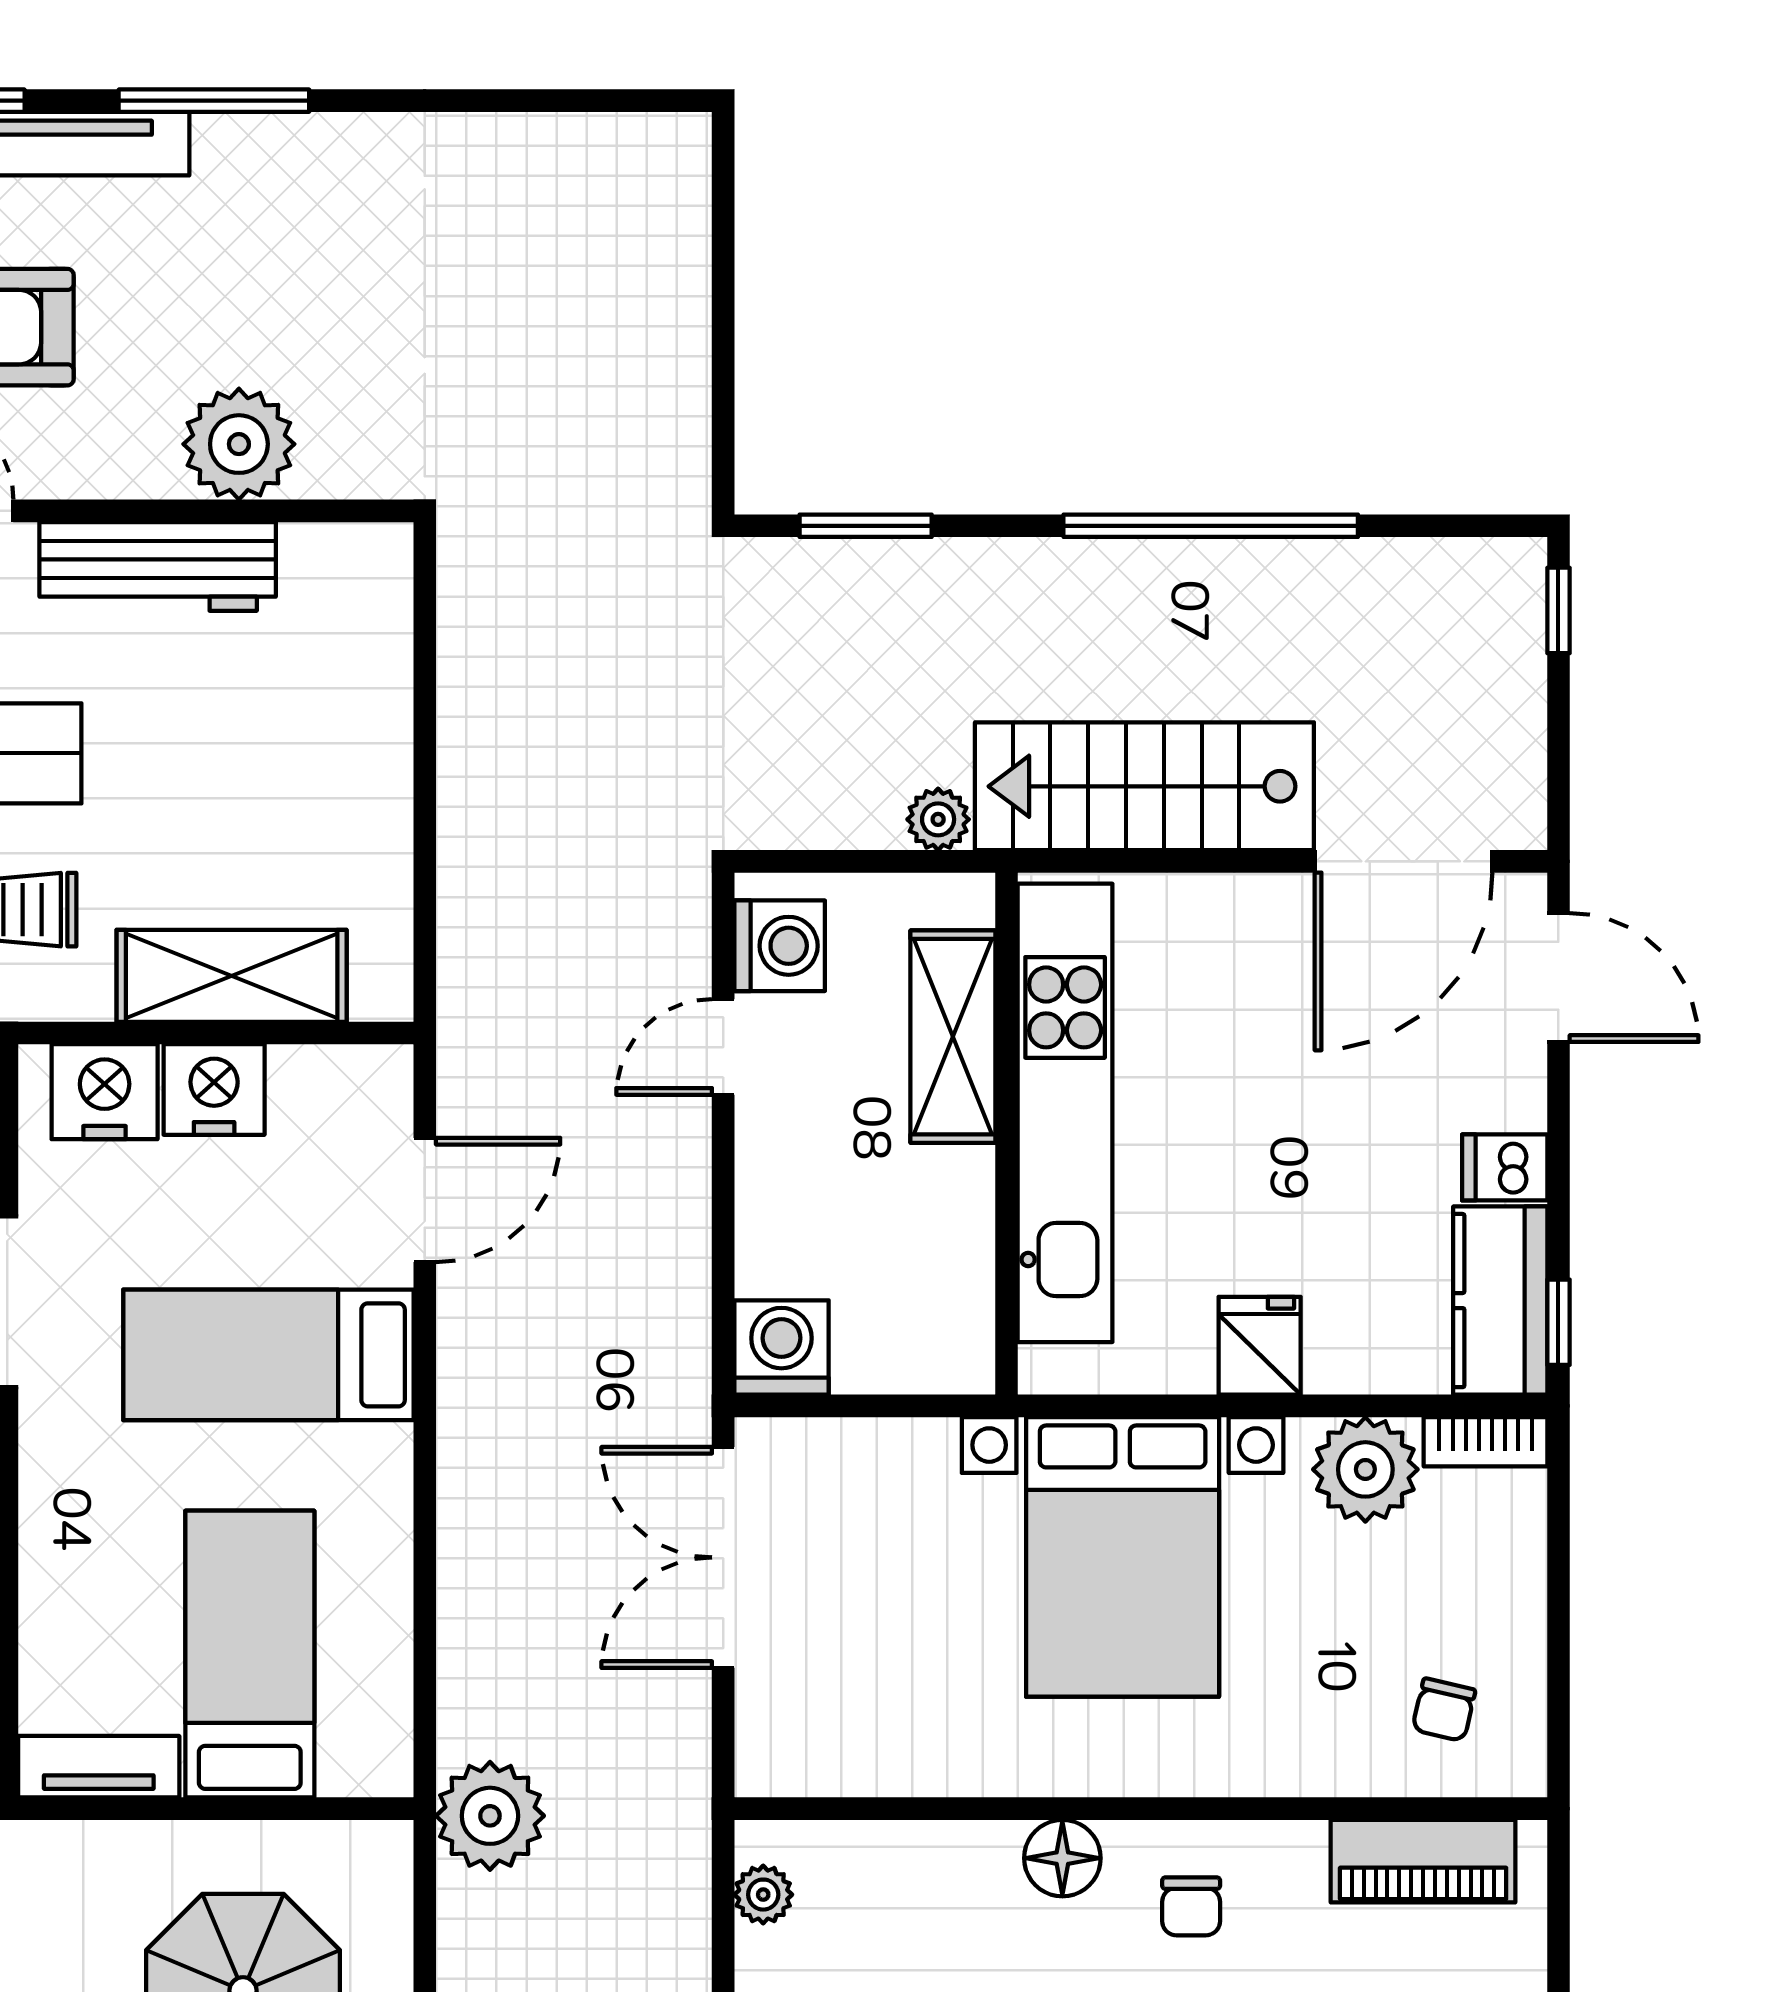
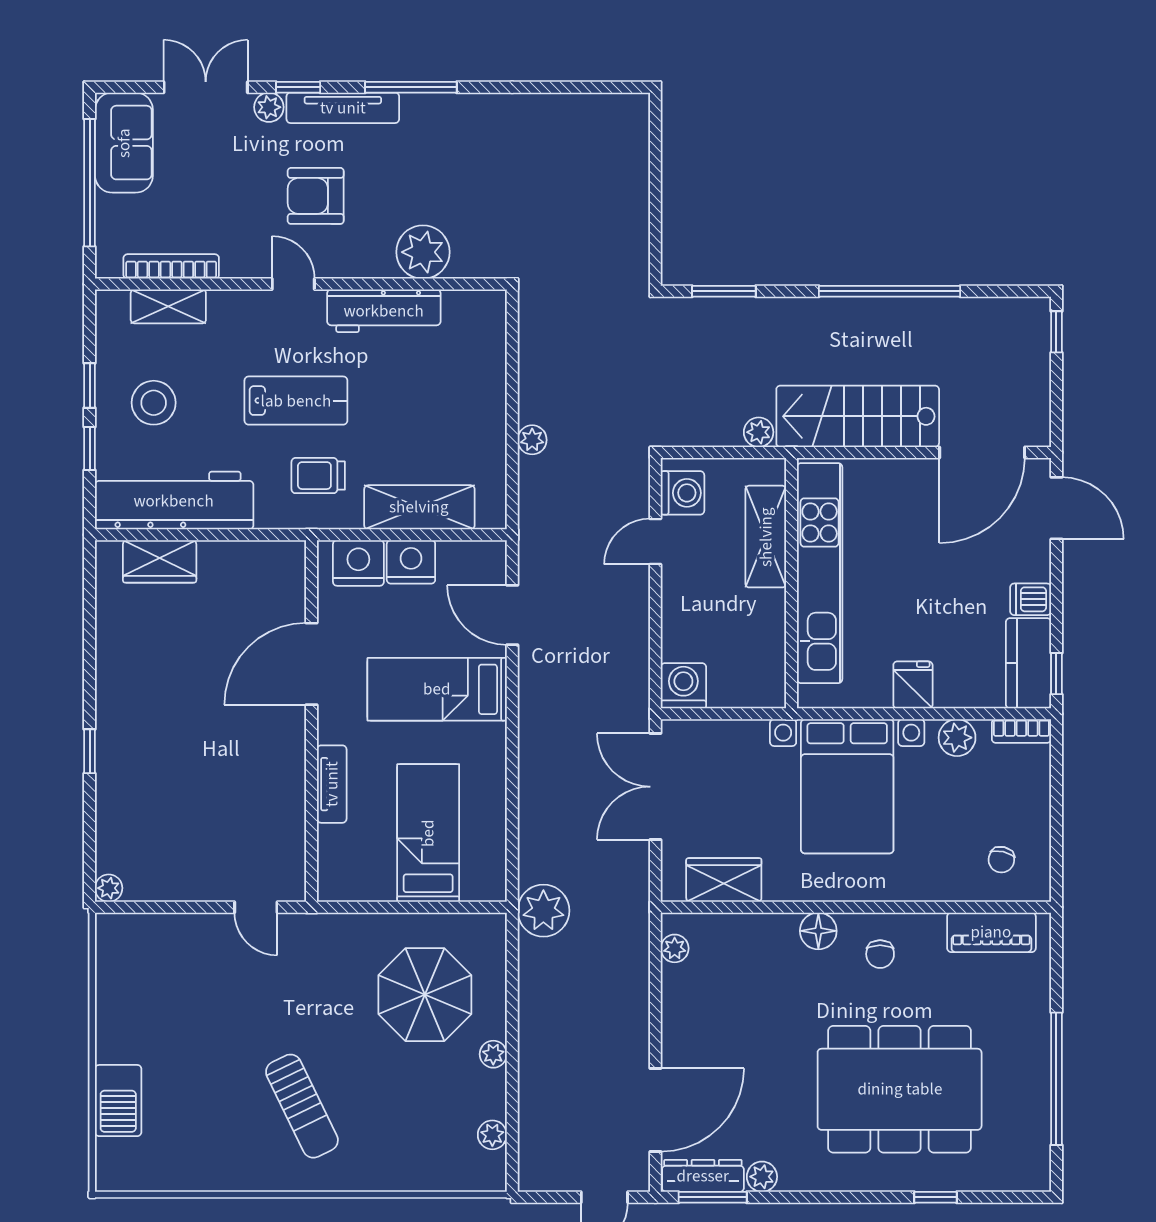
plant: (466, 835) -> (532, 440), added
door: (425, 1200) -> (512, 615), swing flipped
plant: (1365, 1469) -> (957, 738), width x0.73, depth x0.73
wardrobe: (866, 1752) -> (724, 880), added
tv unit: (99, 1767) -> (332, 784), moved, turned 90

